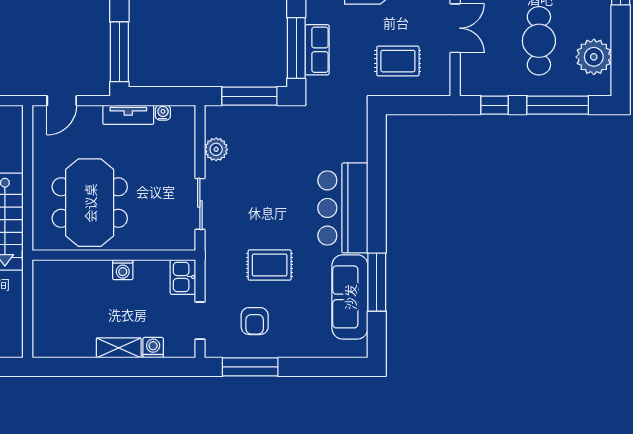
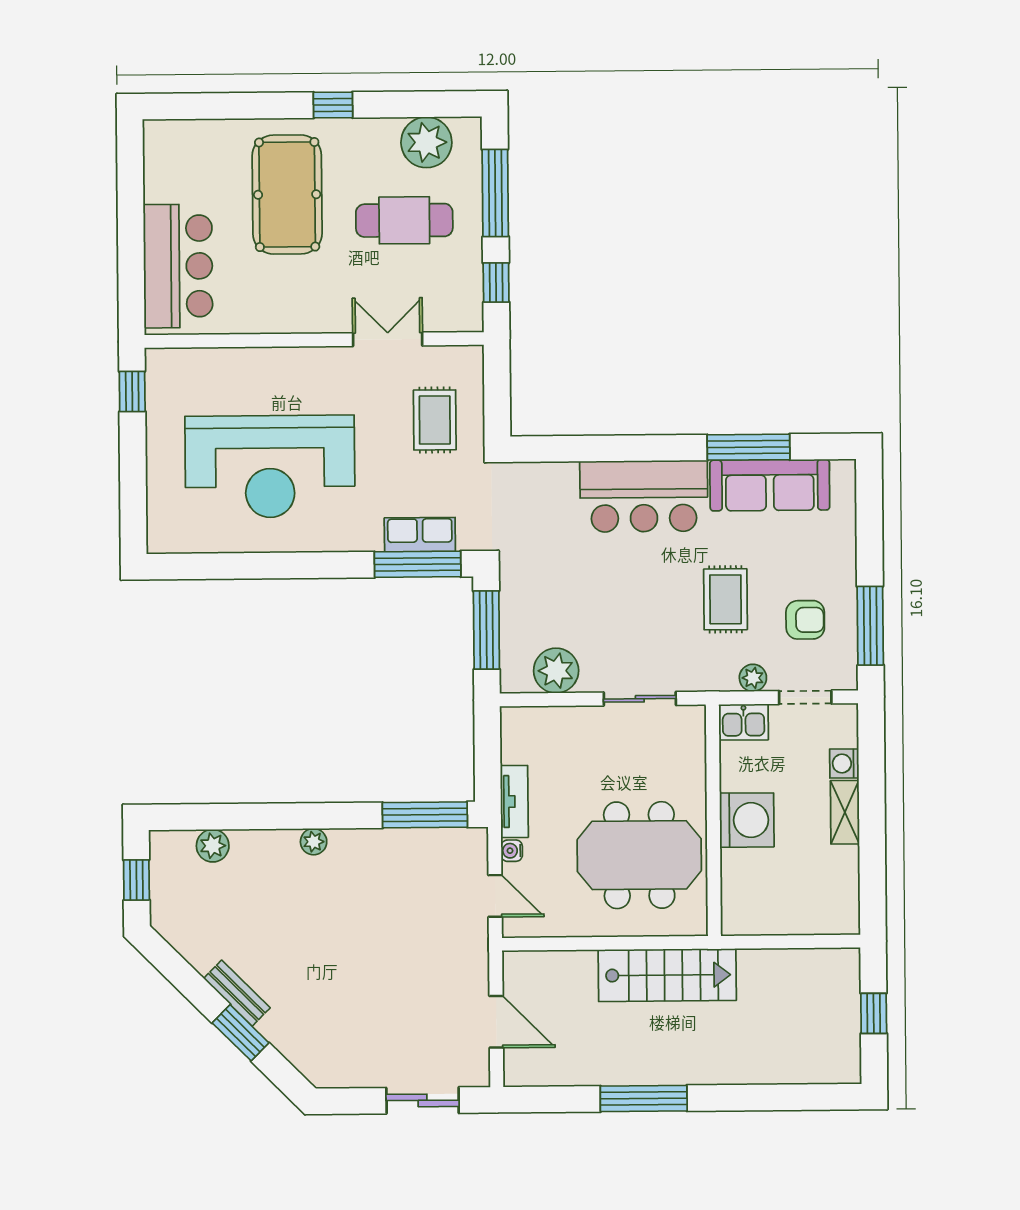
water cooler: (163, 113) -> (512, 851), moved
plant: (216, 149) -> (556, 671), width x1.36, depth x1.36
washing machine: (123, 270) -> (747, 820), width x1.89, depth x1.89
plant: (214, 284) -> (753, 678), added

